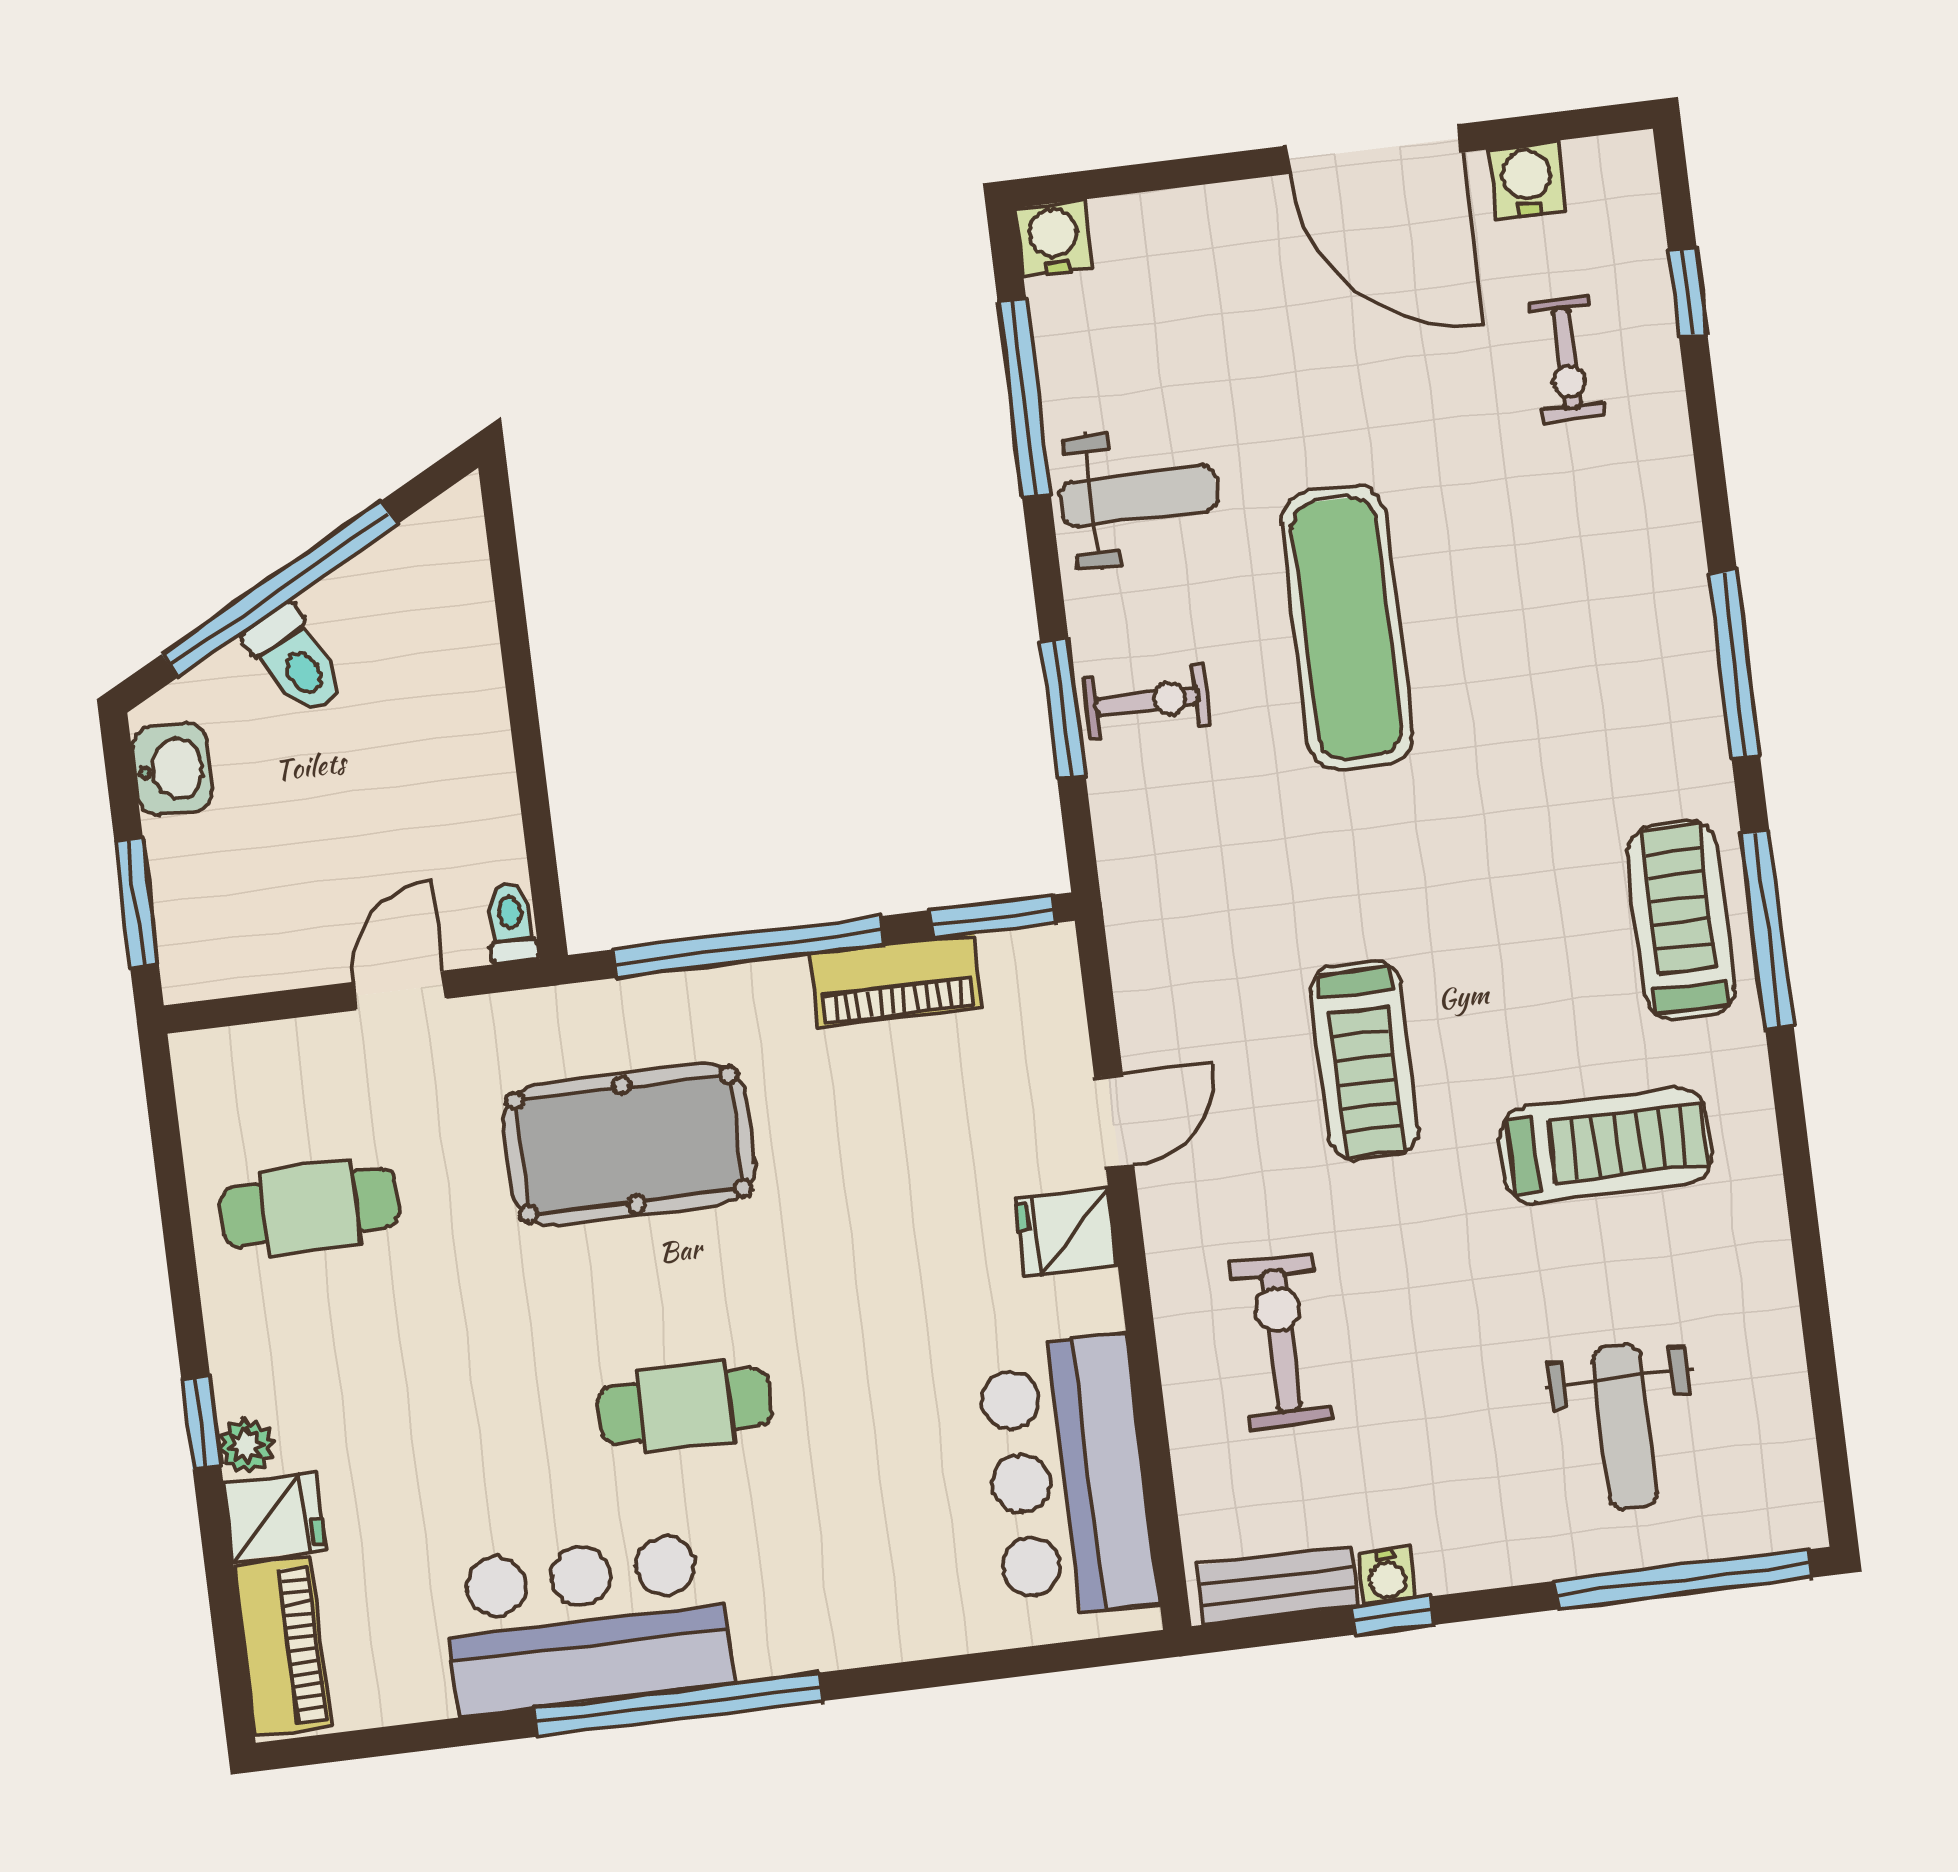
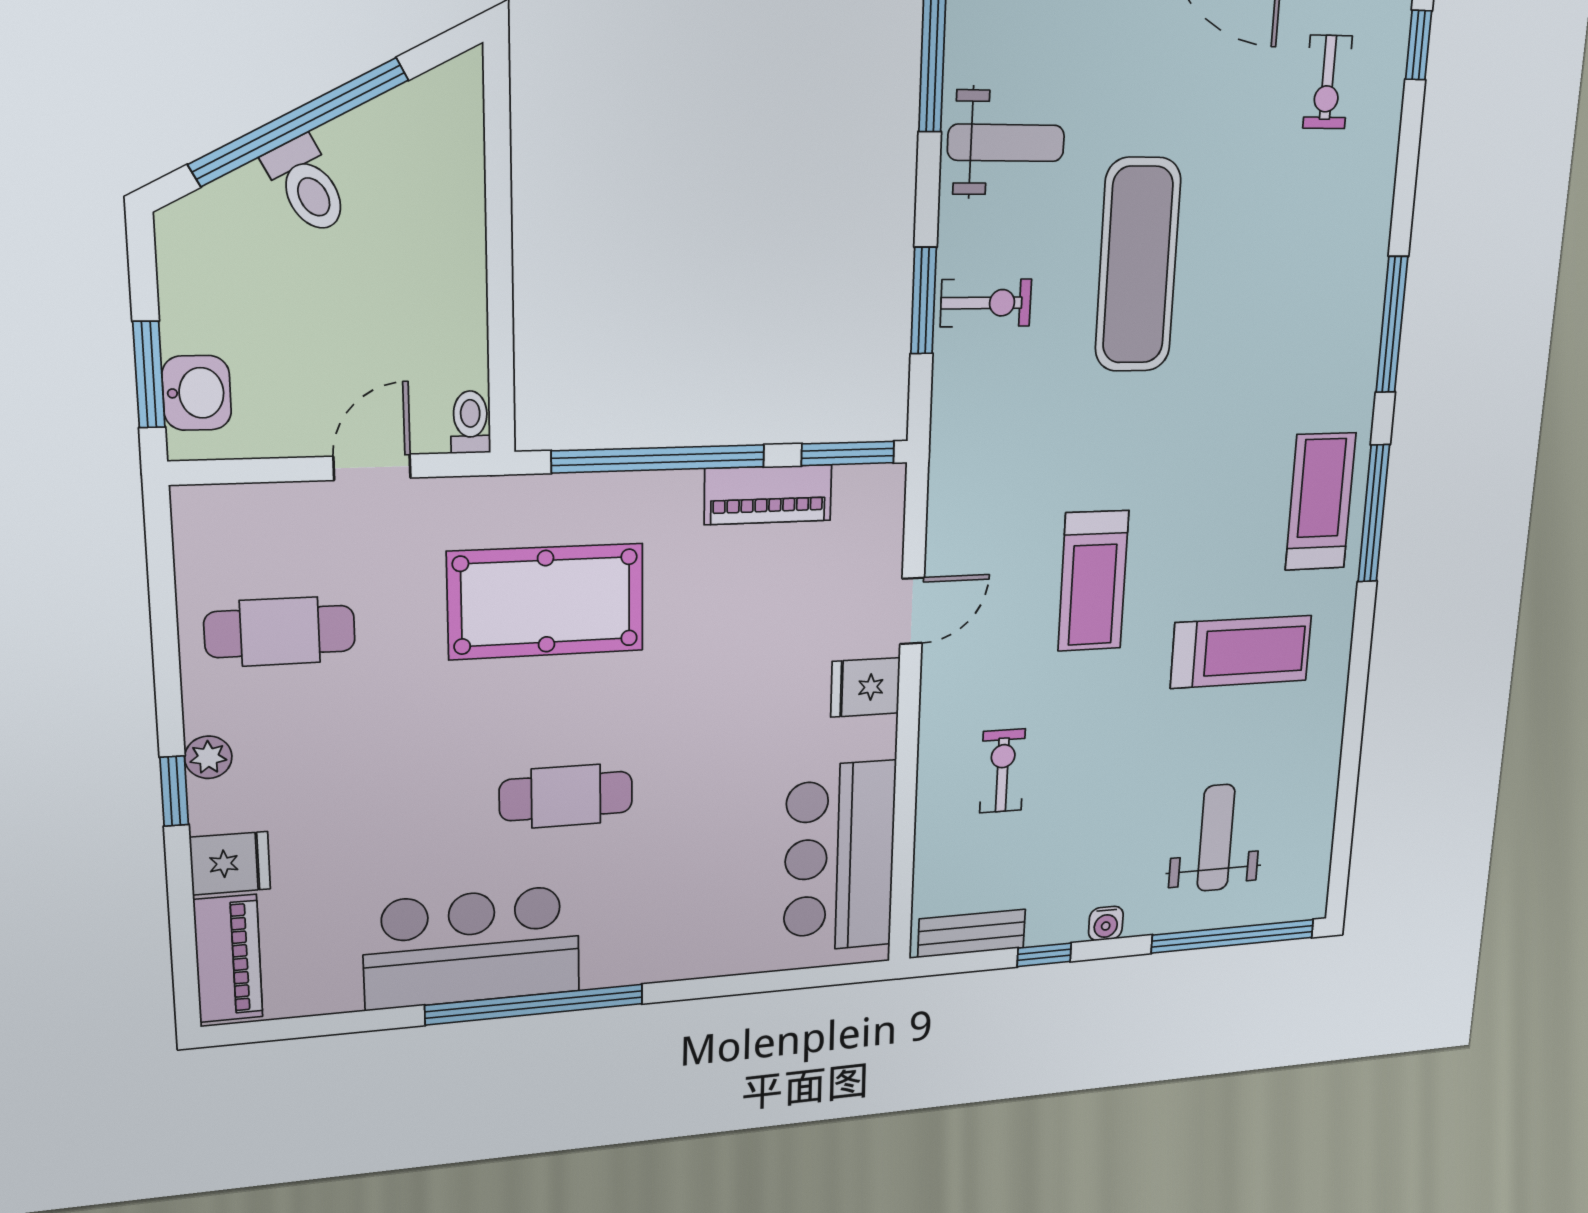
washbasin: (172, 769) -> (197, 393), moved
exercise bike: (1281, 1341) -> (1002, 771), width x0.73, depth x0.72
weight bench: (1625, 1427) -> (1216, 838), turned 180
plant: (247, 1446) -> (208, 757), moved
water cooler: (1387, 1576) -> (1106, 923), moved

